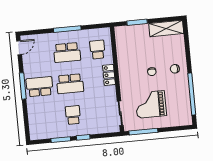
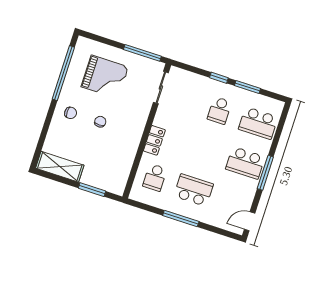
school desk: (70, 84) -> (258, 123), moved, turned 180
grand piano: (151, 104) -> (105, 77), moved

